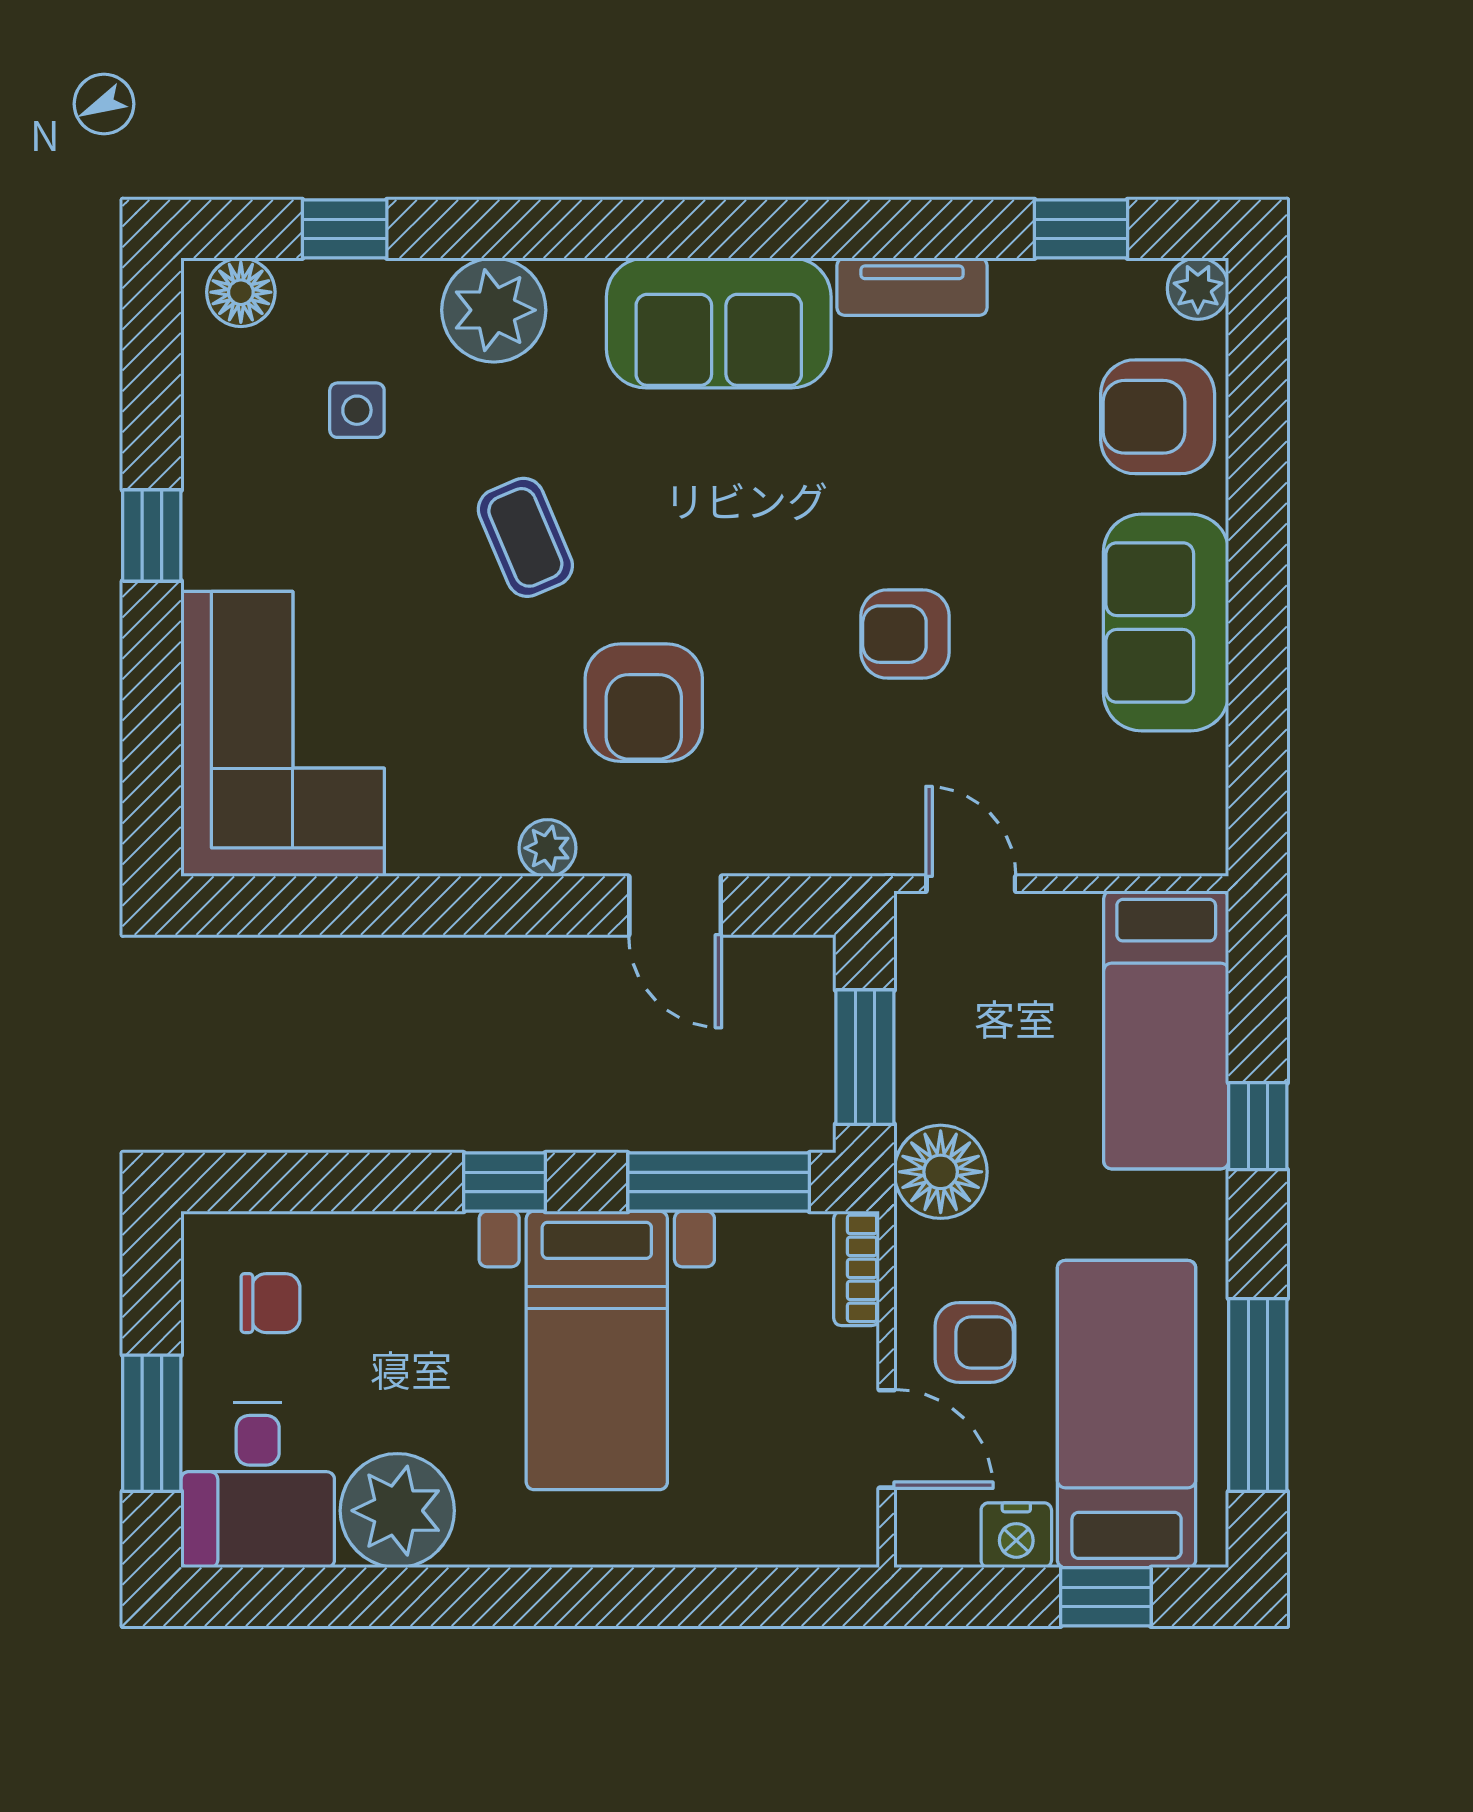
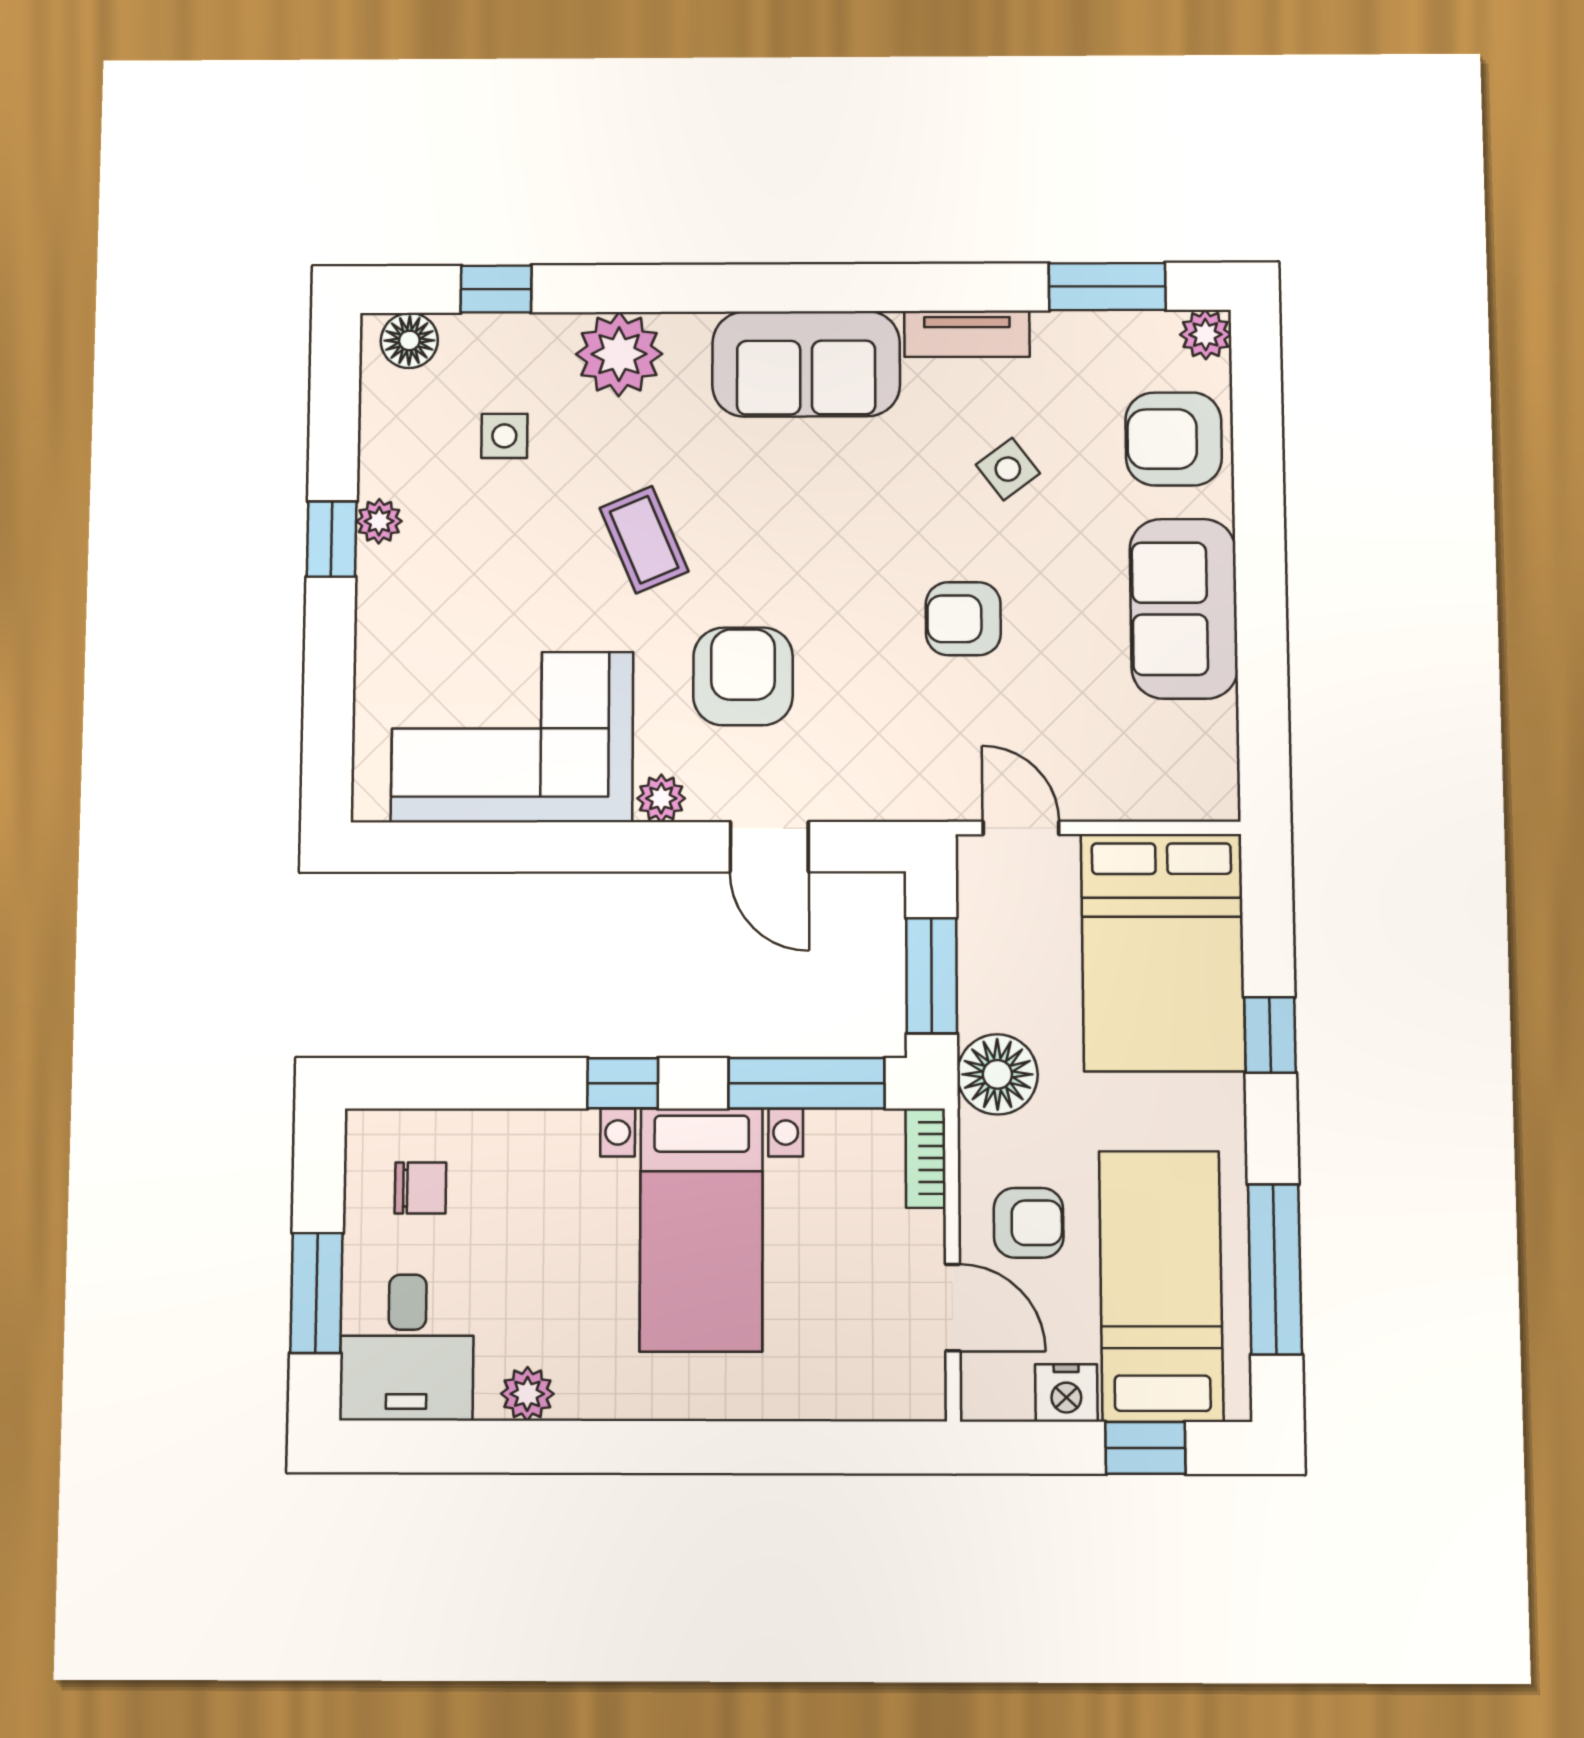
window: (1081, 229) -> (1107, 287), width x1.50
side table: (960, 453) -> (1008, 469), added
plant: (208, 514) -> (379, 521), added
armchair: (644, 703) -> (743, 676), turned 180
corner sofa: (283, 734) -> (512, 737), moved, turned -90
bed: (1166, 1030) -> (1163, 952), width x1.50
plant: (397, 1511) -> (527, 1394), width x0.53, depth x0.53

